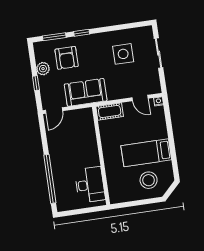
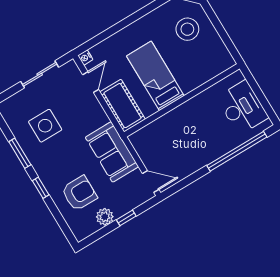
window: (54, 37) -> (20, 153), moved
sliding door: (159, 53) -> (40, 74), moved
cot: (110, 111) -> (122, 106), width x1.37, depth x1.34
bed: (146, 153) -> (155, 76), moved, turned 180
desk: (90, 185) -> (242, 107), moved, turned 90

